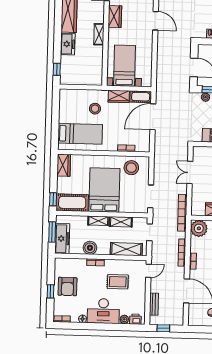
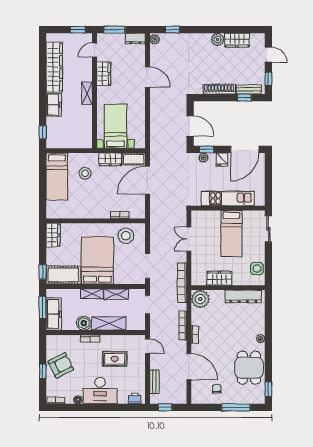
bed: (80, 134) -> (57, 177), moved, turned 90
shelving: (126, 249) -> (109, 323), moved
door: (149, 271) -> (147, 346), hinge flipped
armchair: (67, 287) -> (61, 365), turned -117
plant: (124, 319) -> (123, 399), removed

